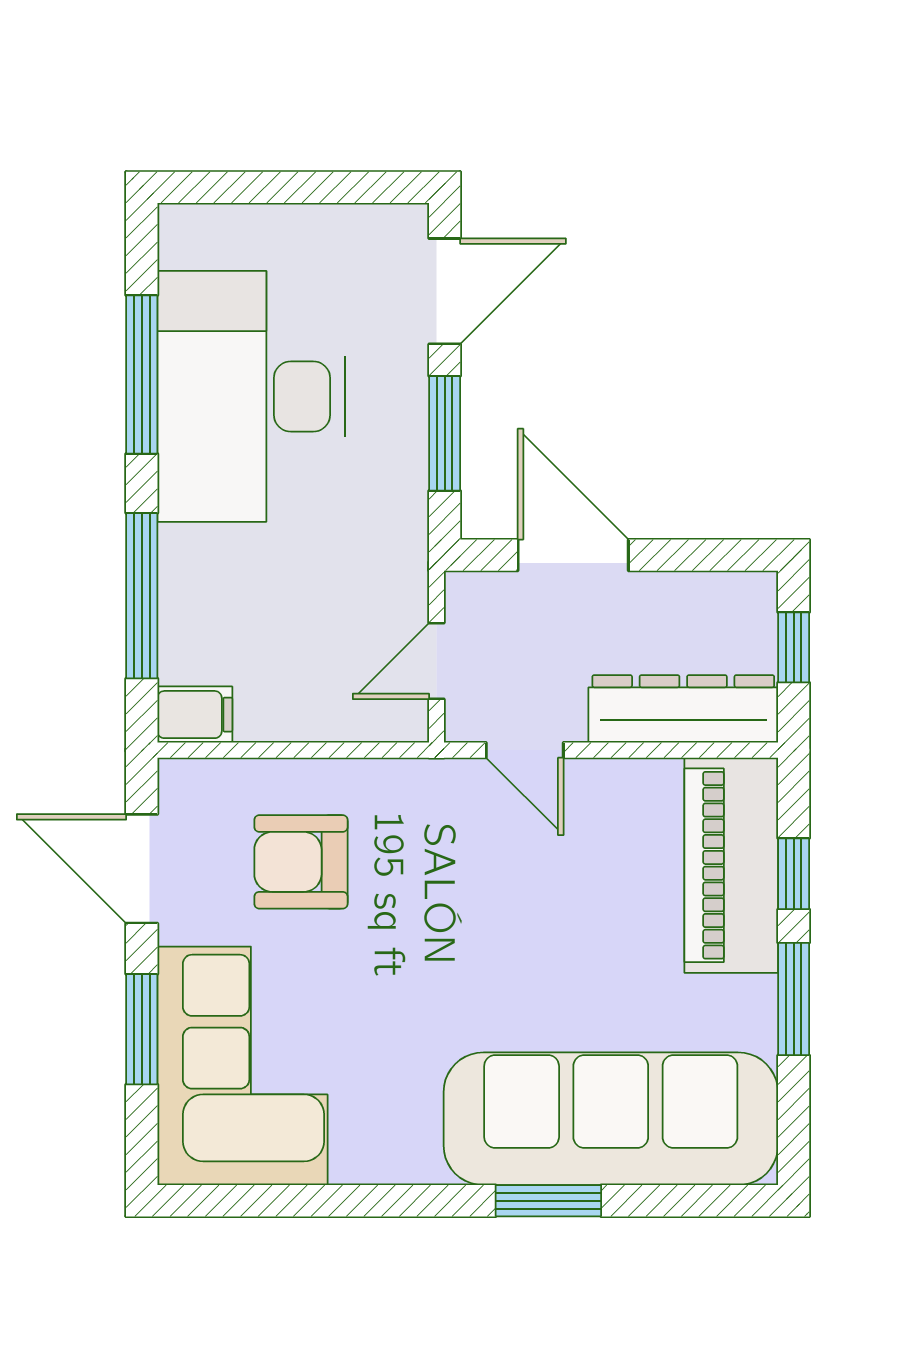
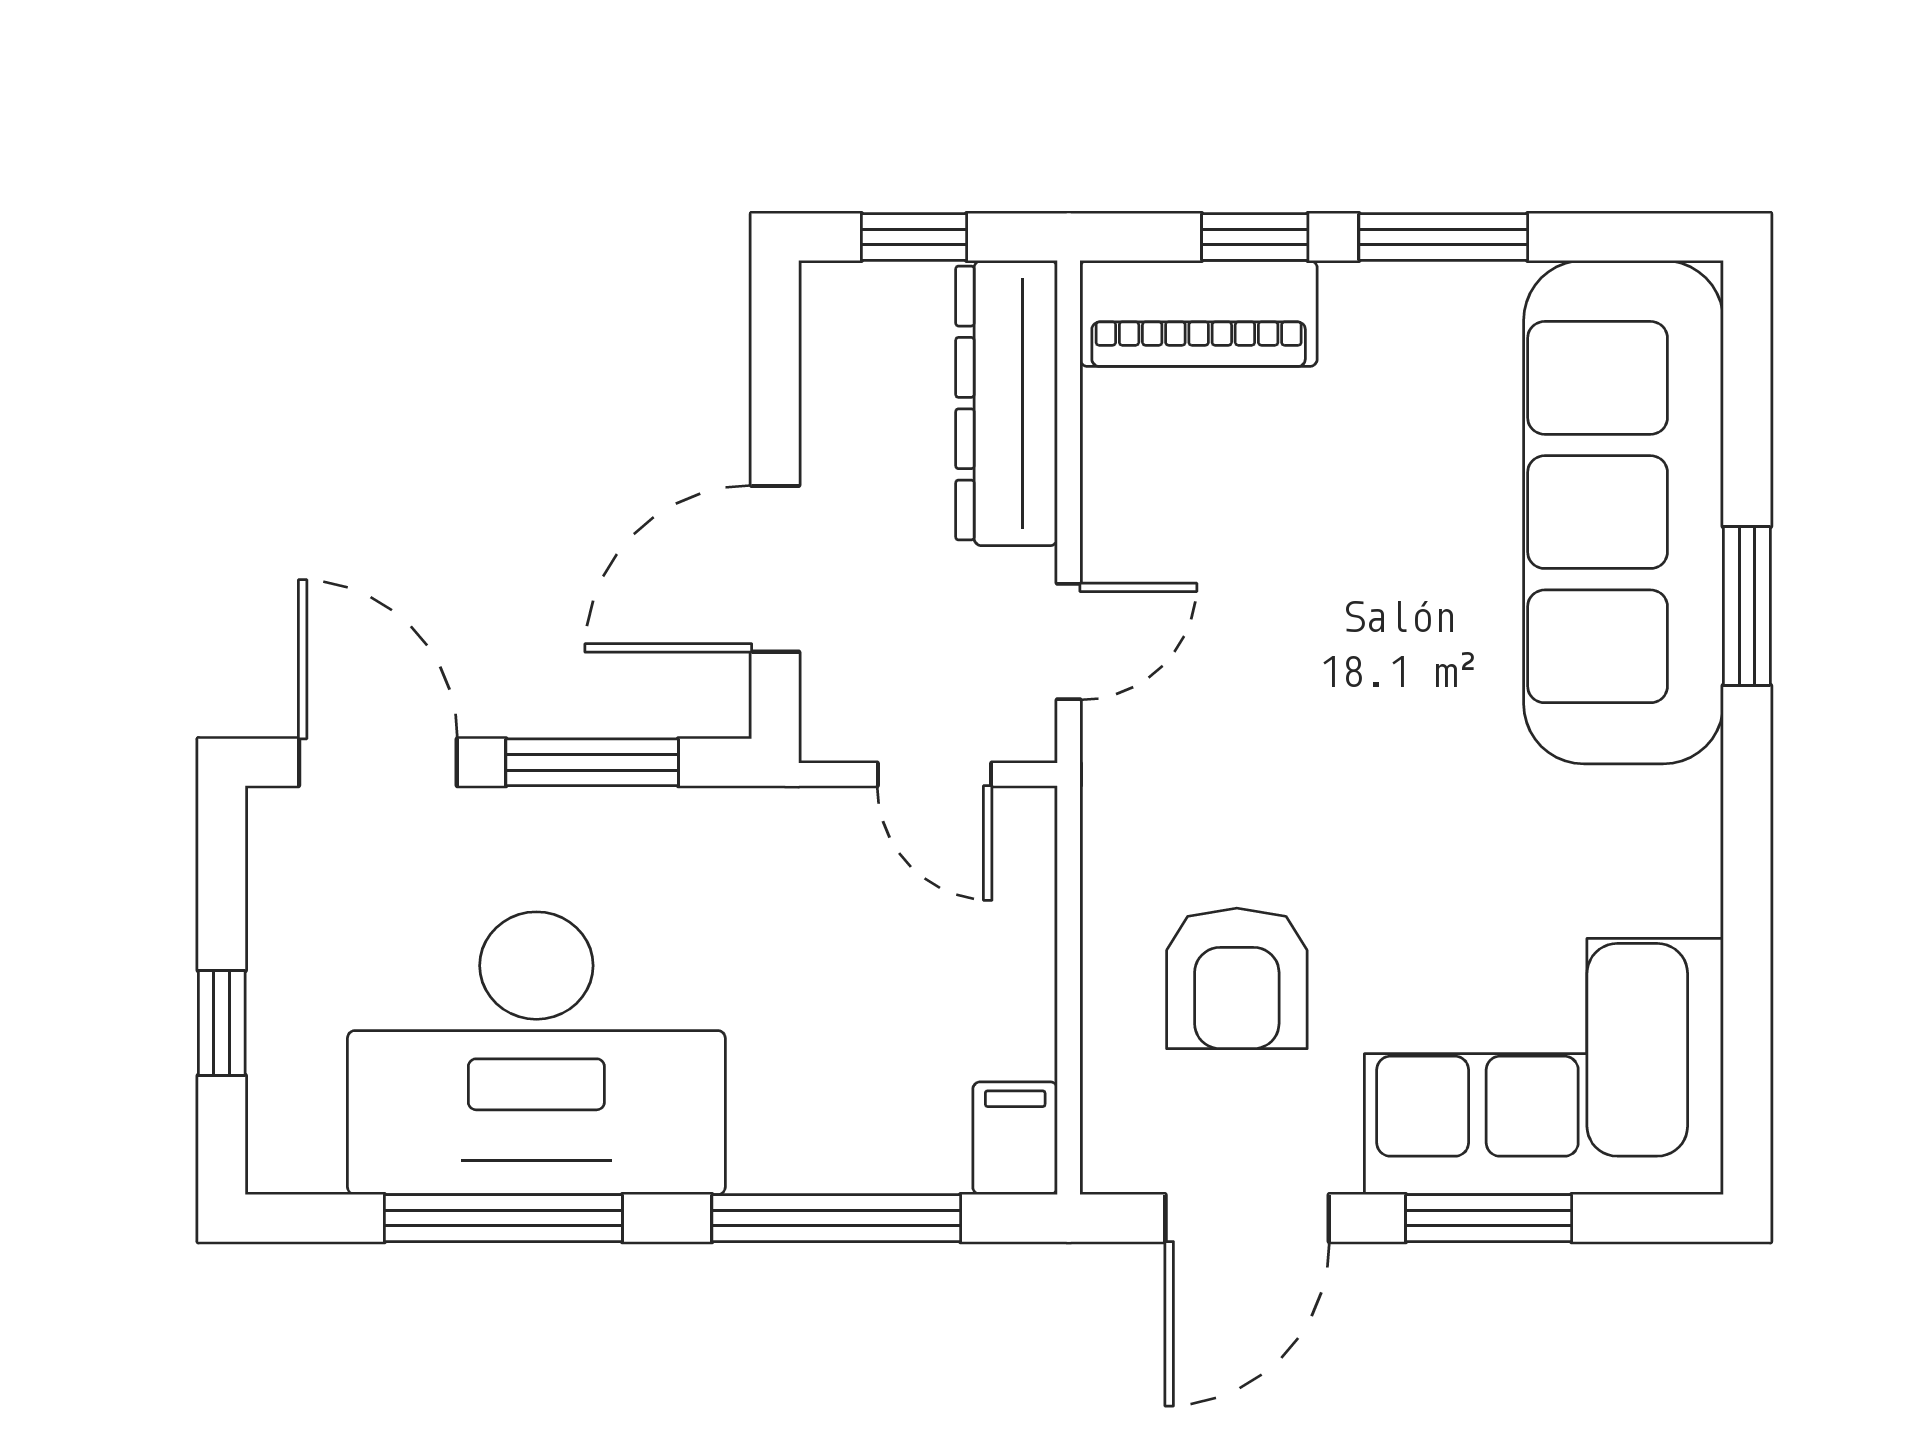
window: (271, 187) -> (222, 1023), added
piano: (731, 865) -> (1199, 313), width x0.73, depth x0.75

